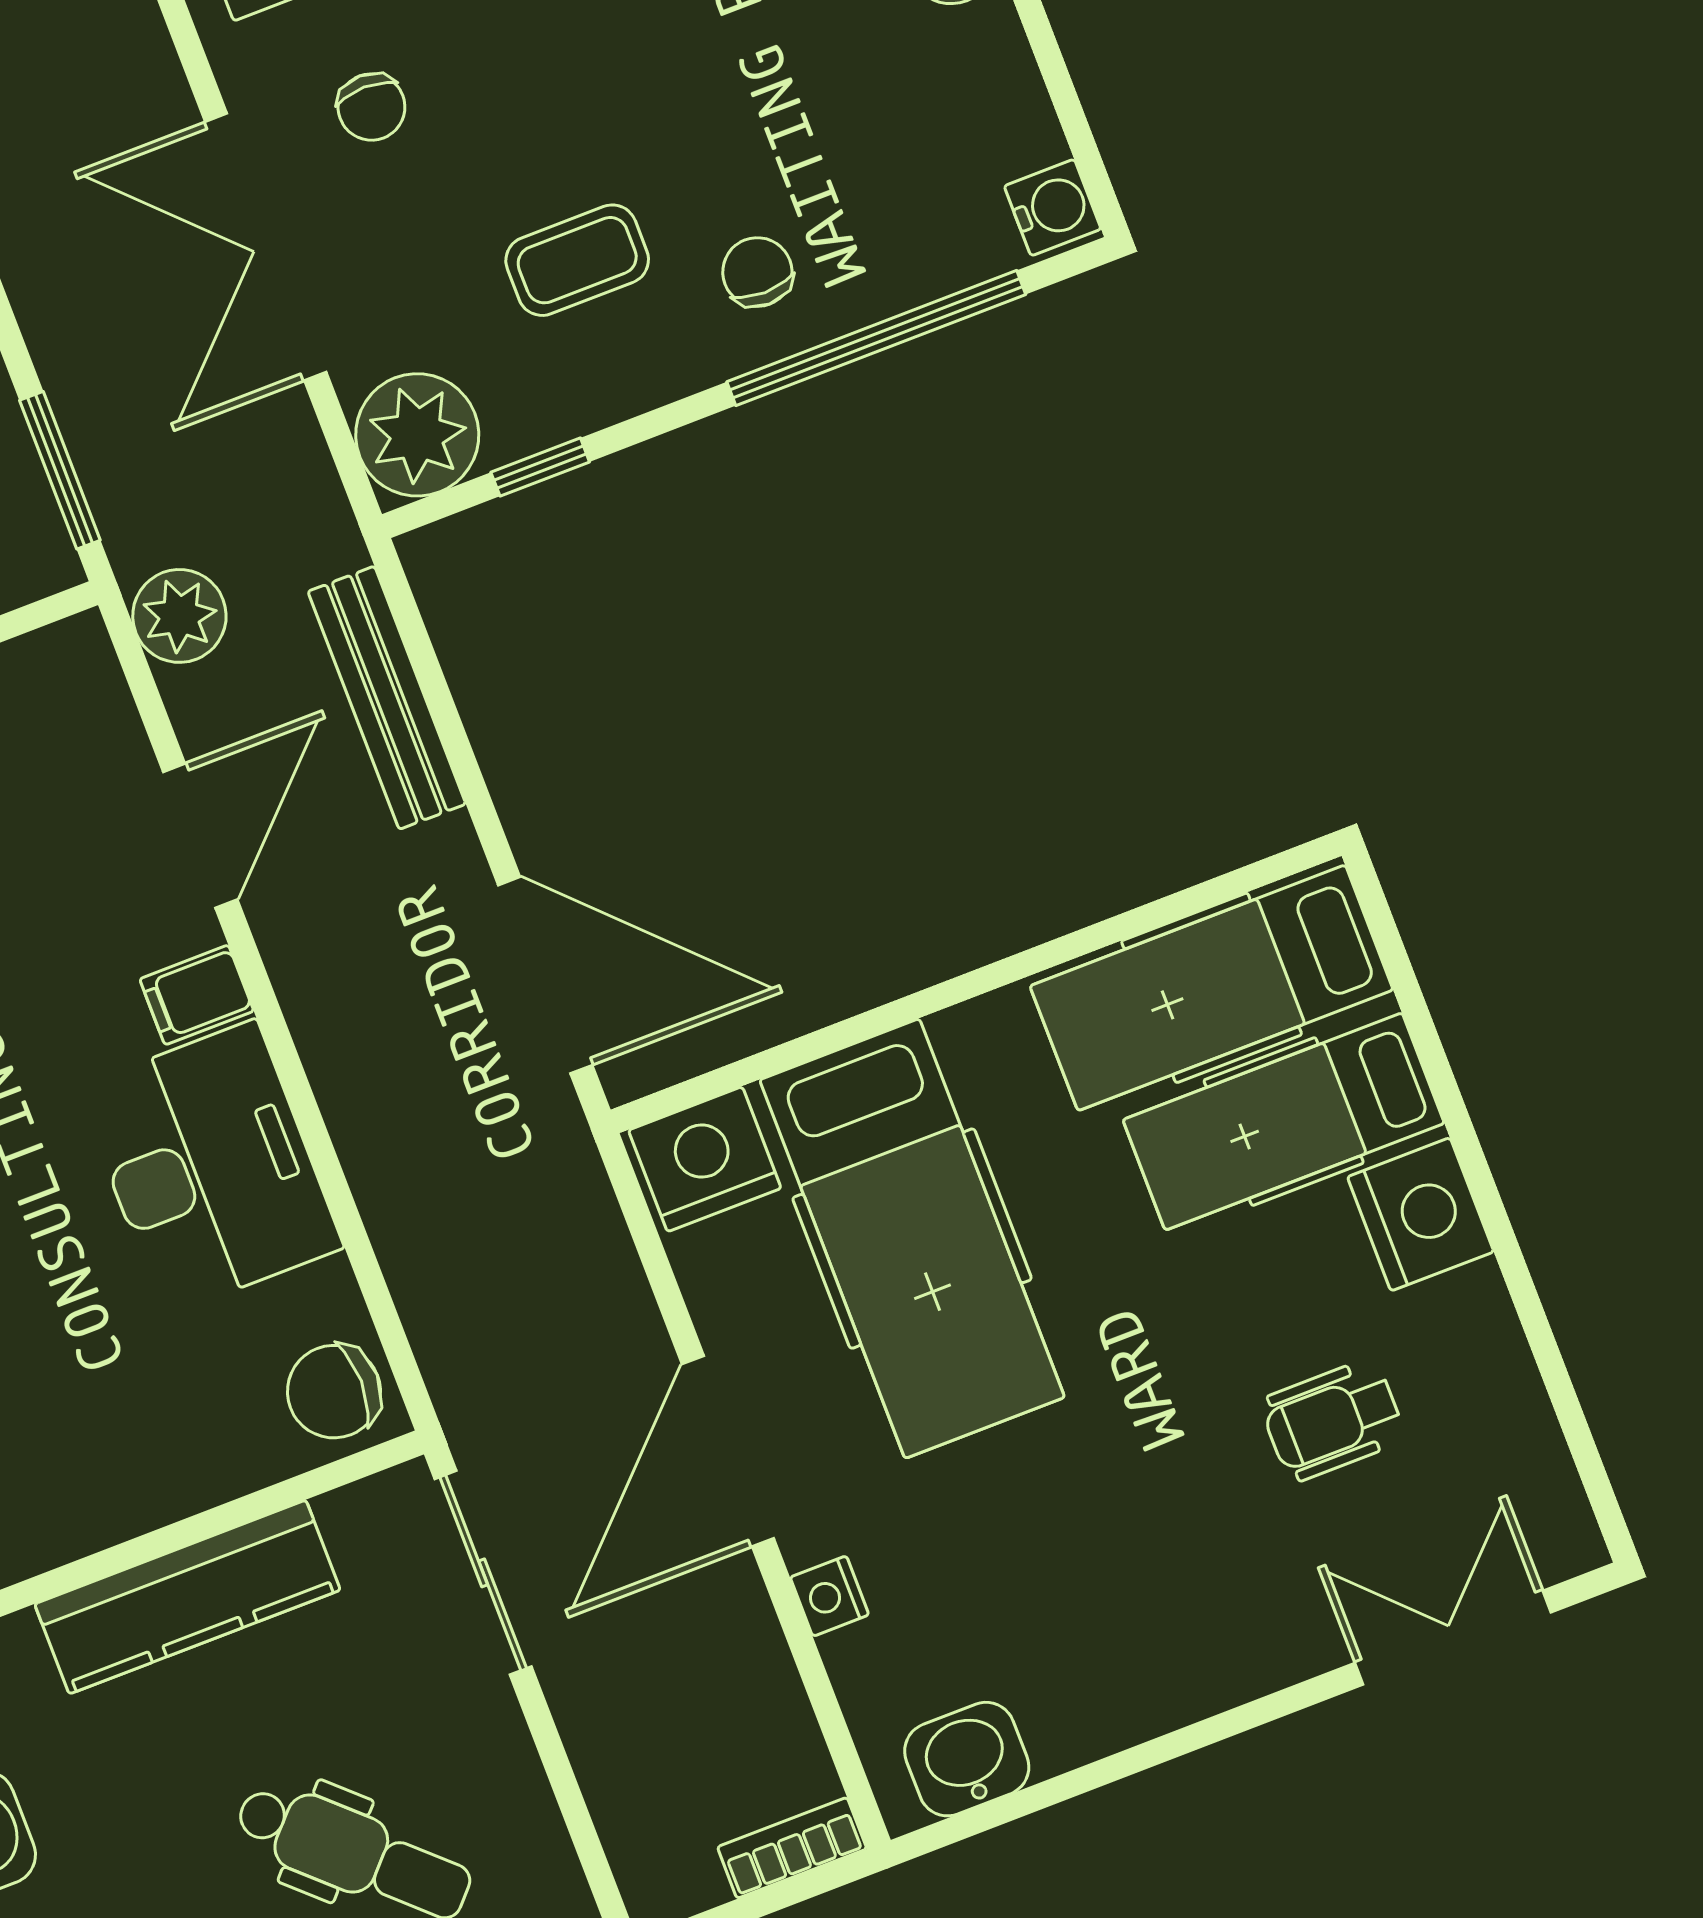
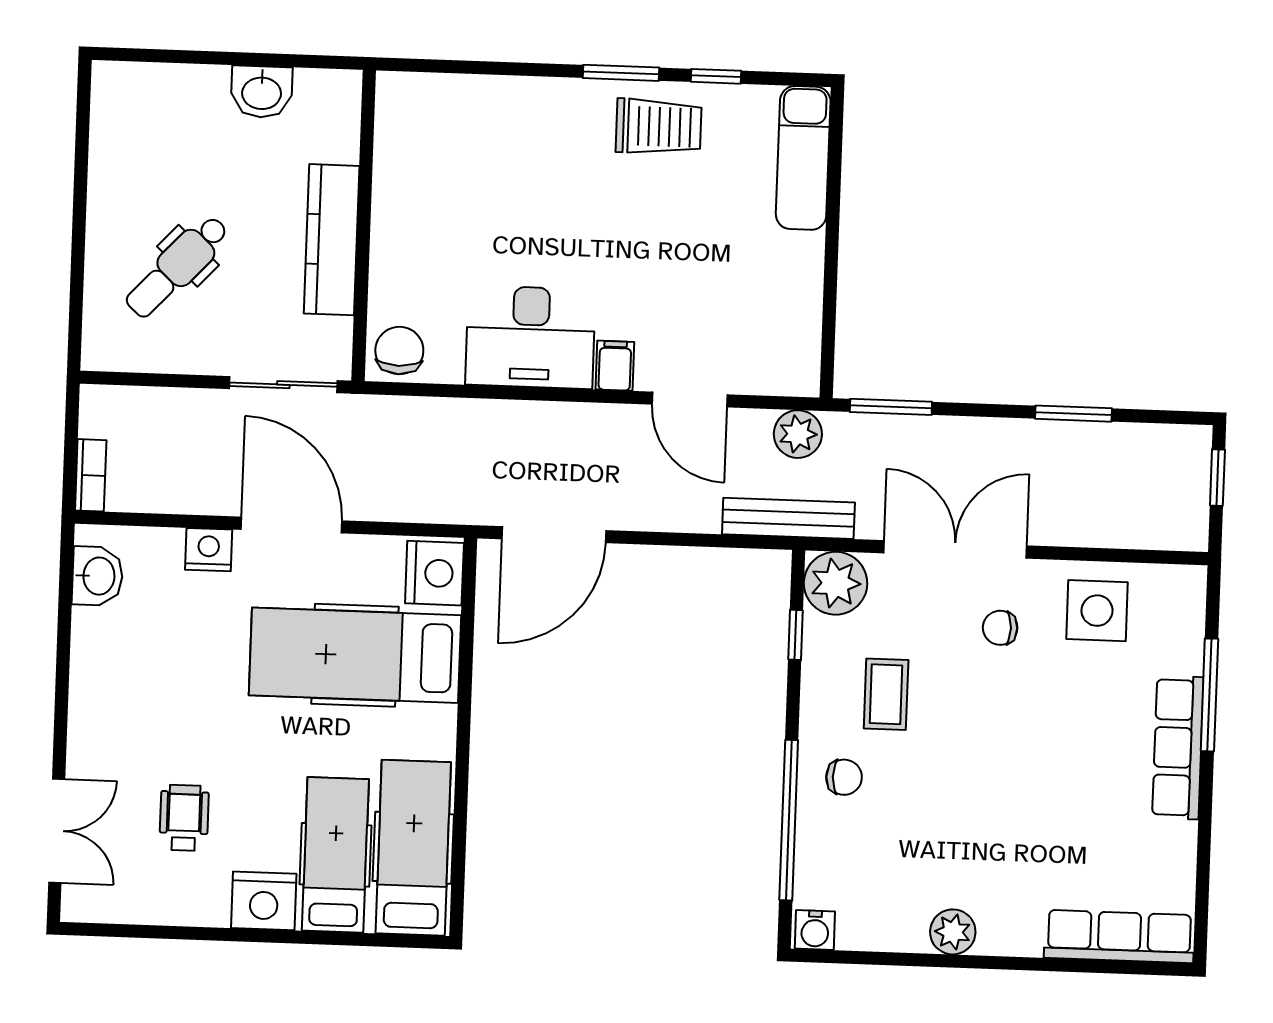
bench: (387, 698) -> (788, 518), moved
nightstand: (829, 1596) -> (209, 550), width x1.39, depth x1.35

